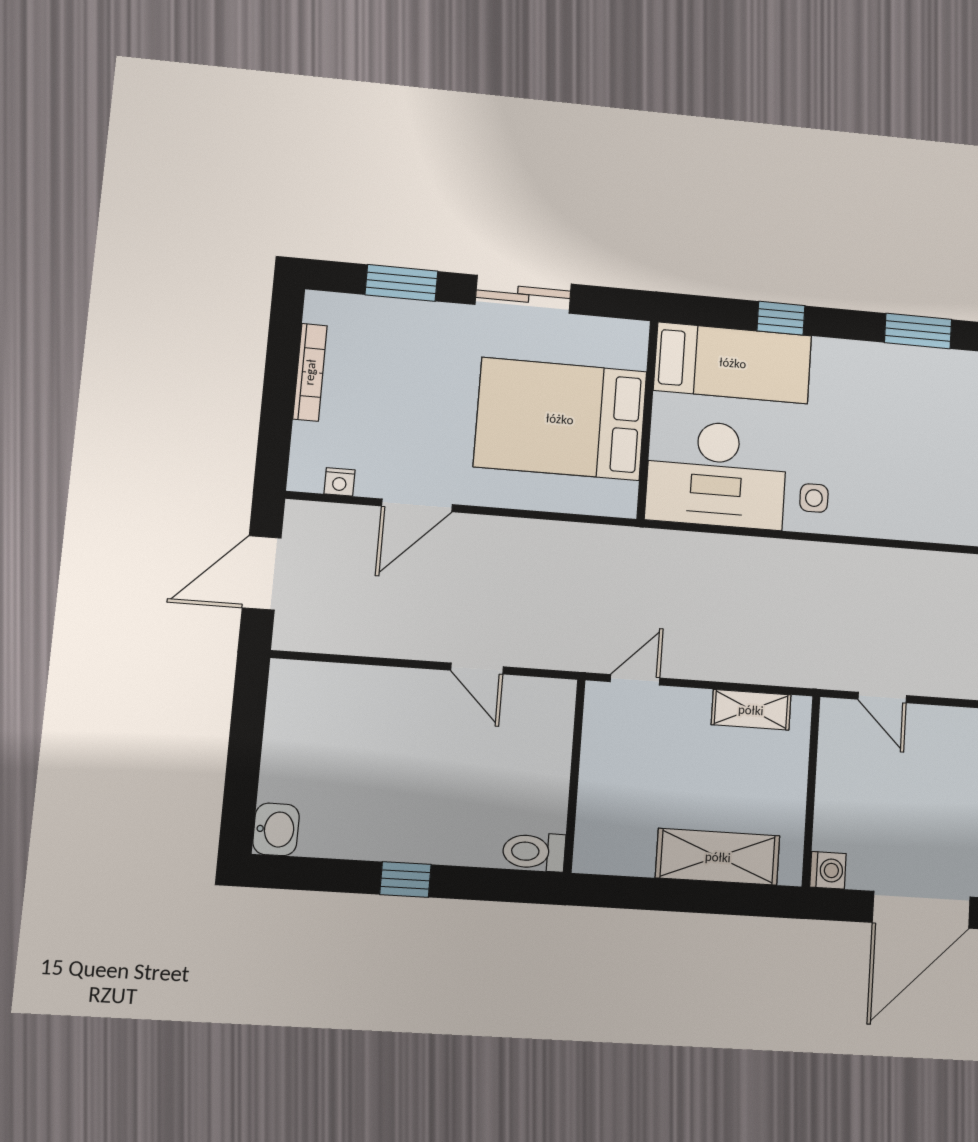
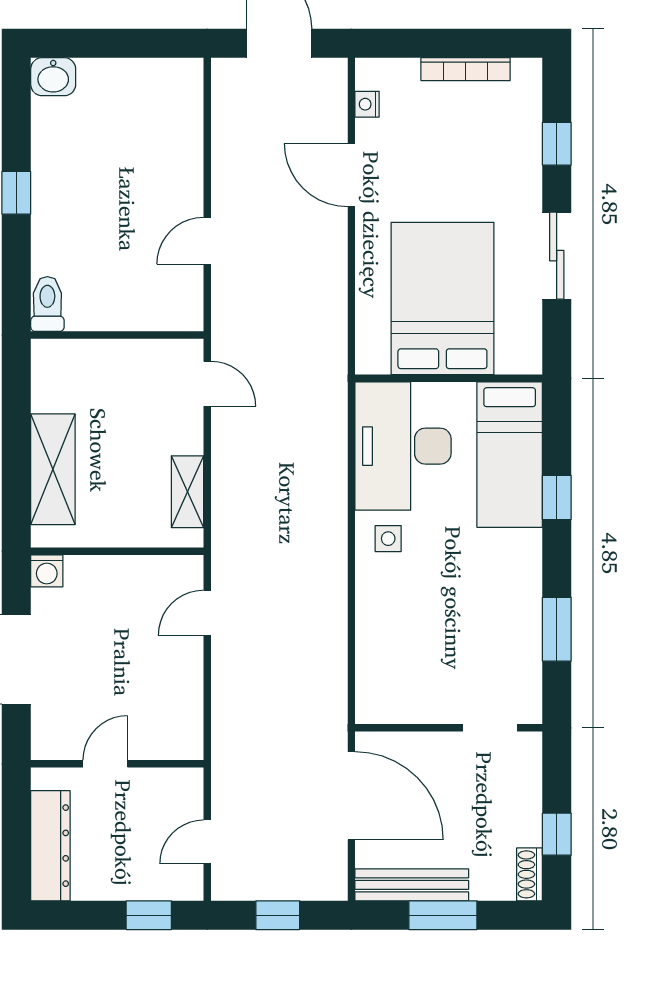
window: (401, 283) -> (557, 144), width x0.67

